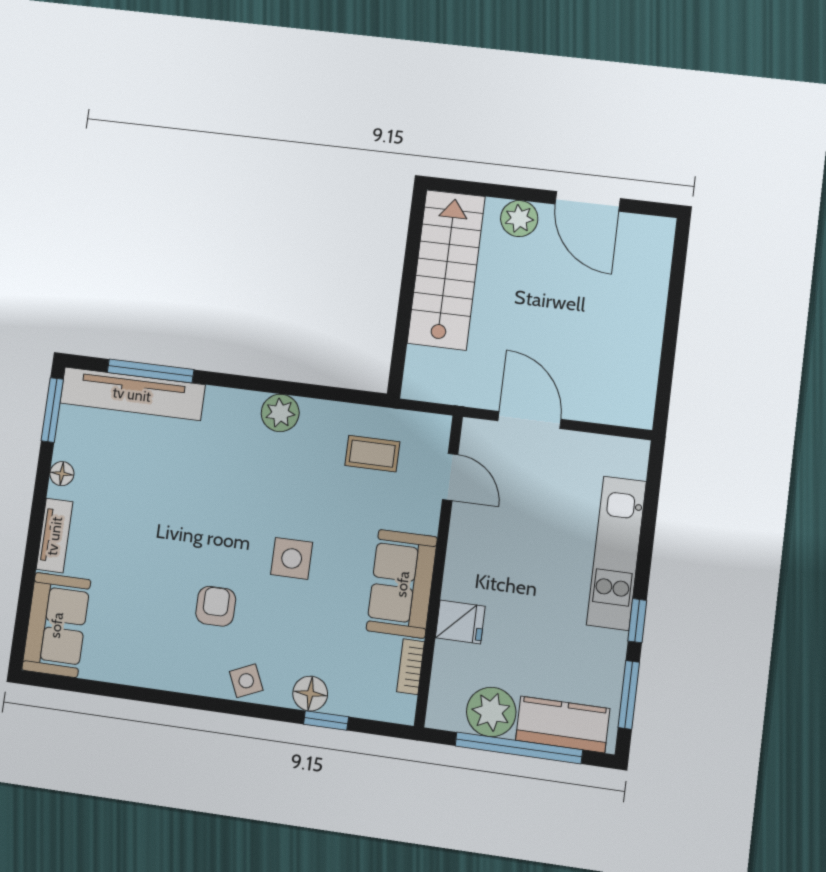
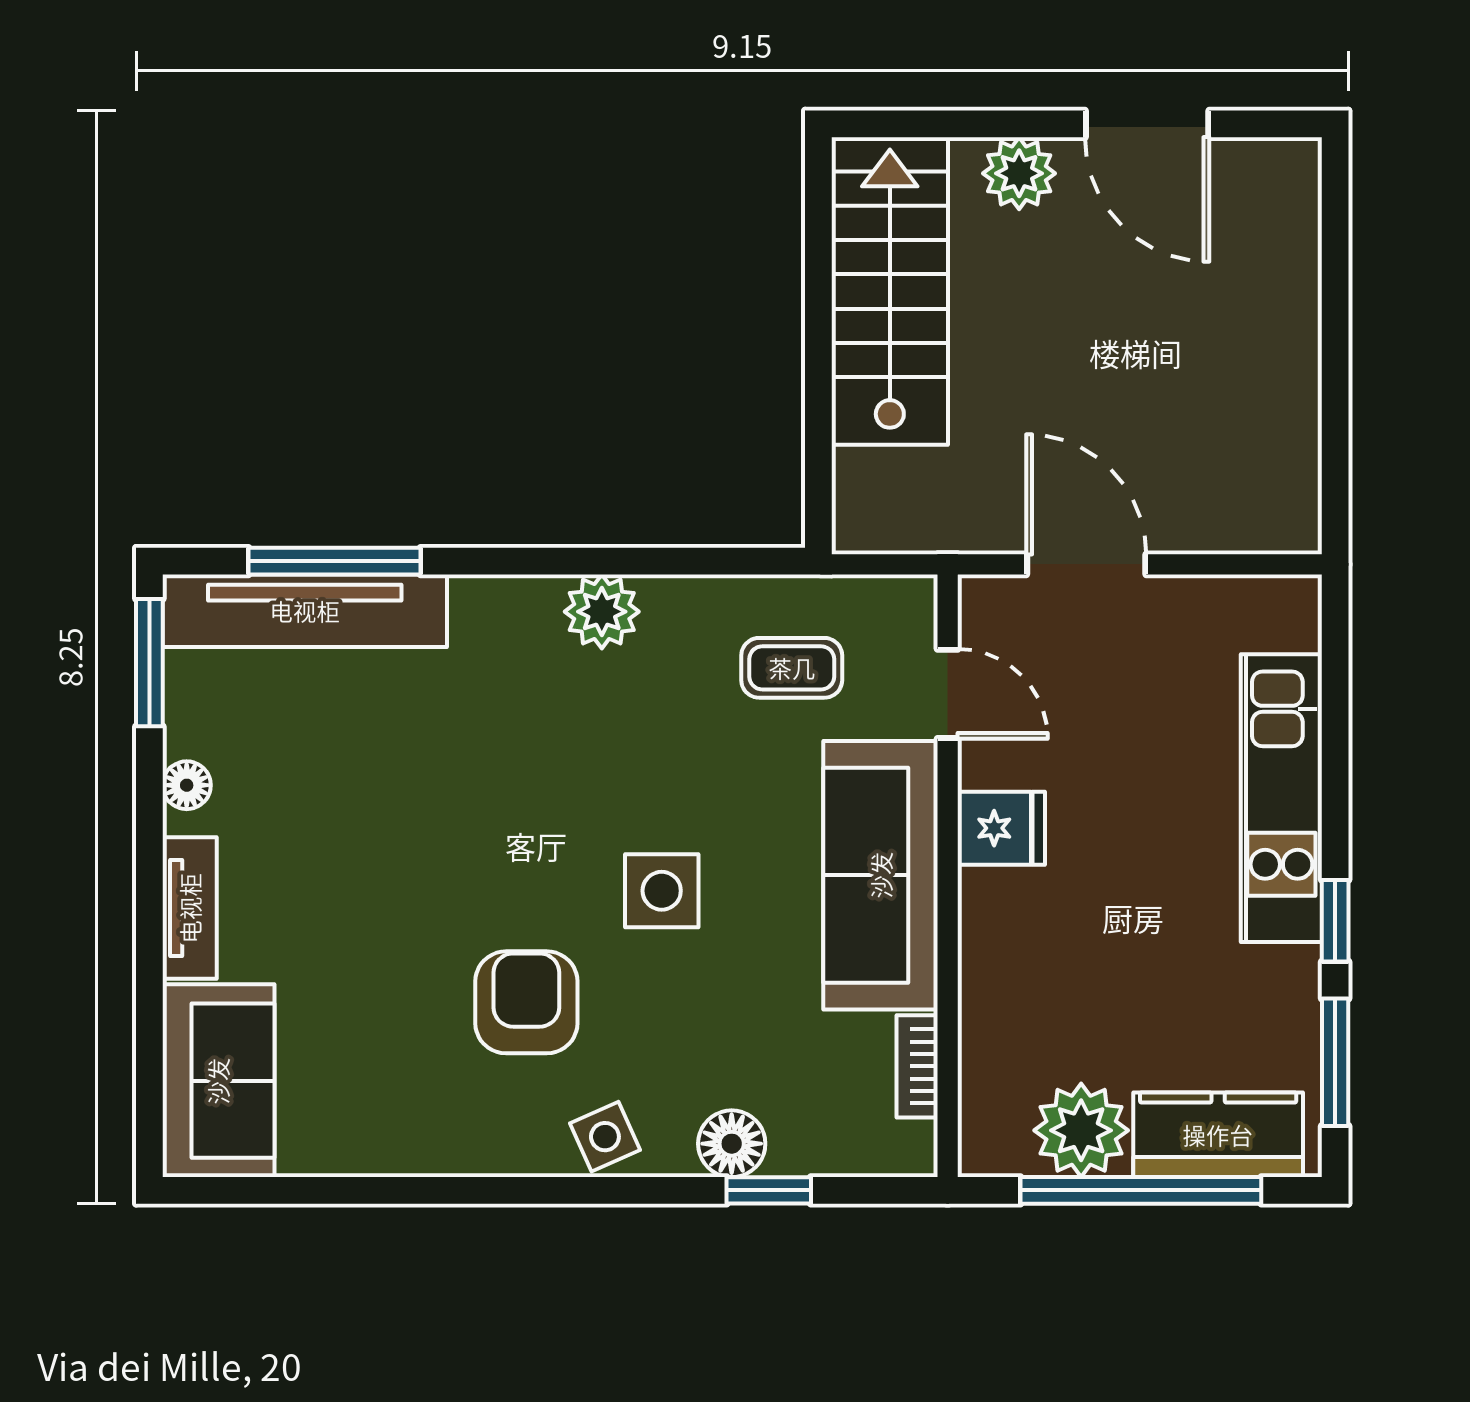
sofa: (402, 584) -> (881, 875), width x1.36
armchair: (216, 606) -> (526, 1002), width x1.38, depth x1.38
fridge: (460, 622) -> (1001, 828), moved

